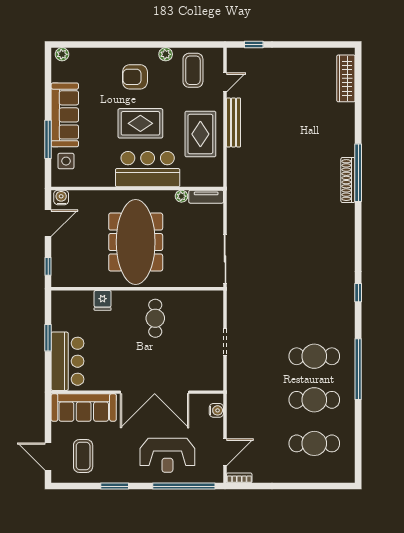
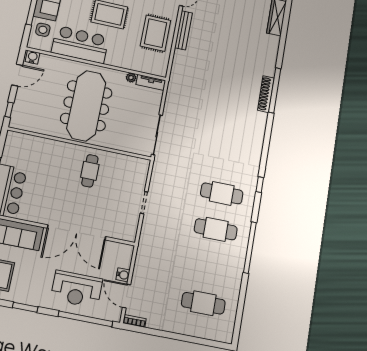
bar counter: (148, 169) -> (80, 45), moved
fridge: (103, 300) -> (49, 147), removed
cafe table: (314, 400) -> (222, 193), moved
water cooler: (216, 410) -> (123, 275), moved
door: (225, 452) -> (126, 296), swing flipped

